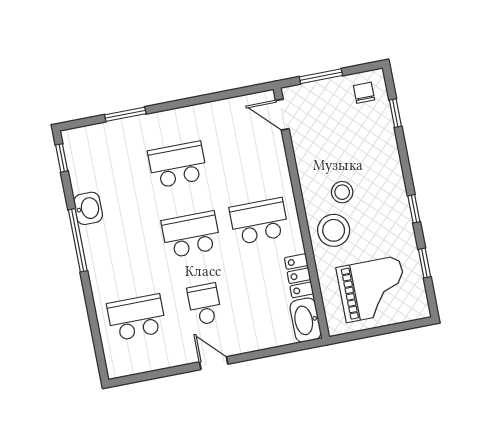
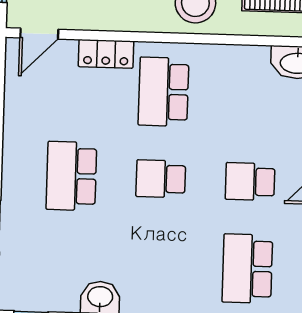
school desk: (191, 234) -> (161, 179), width x0.54
locker: (299, 276) -> (106, 54), moved

